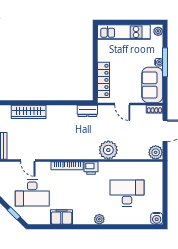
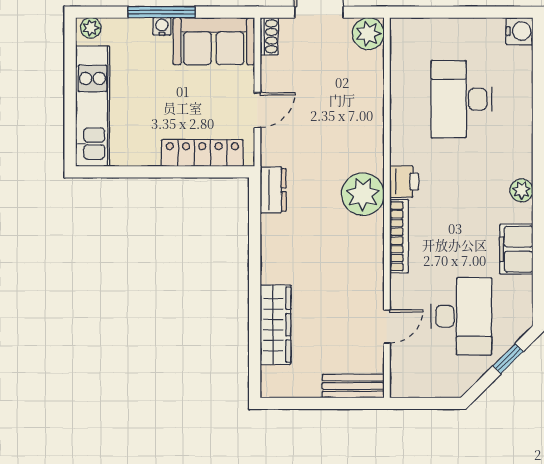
plant: (108, 150) -> (363, 194), moved
plant: (99, 219) -> (522, 190), moved

